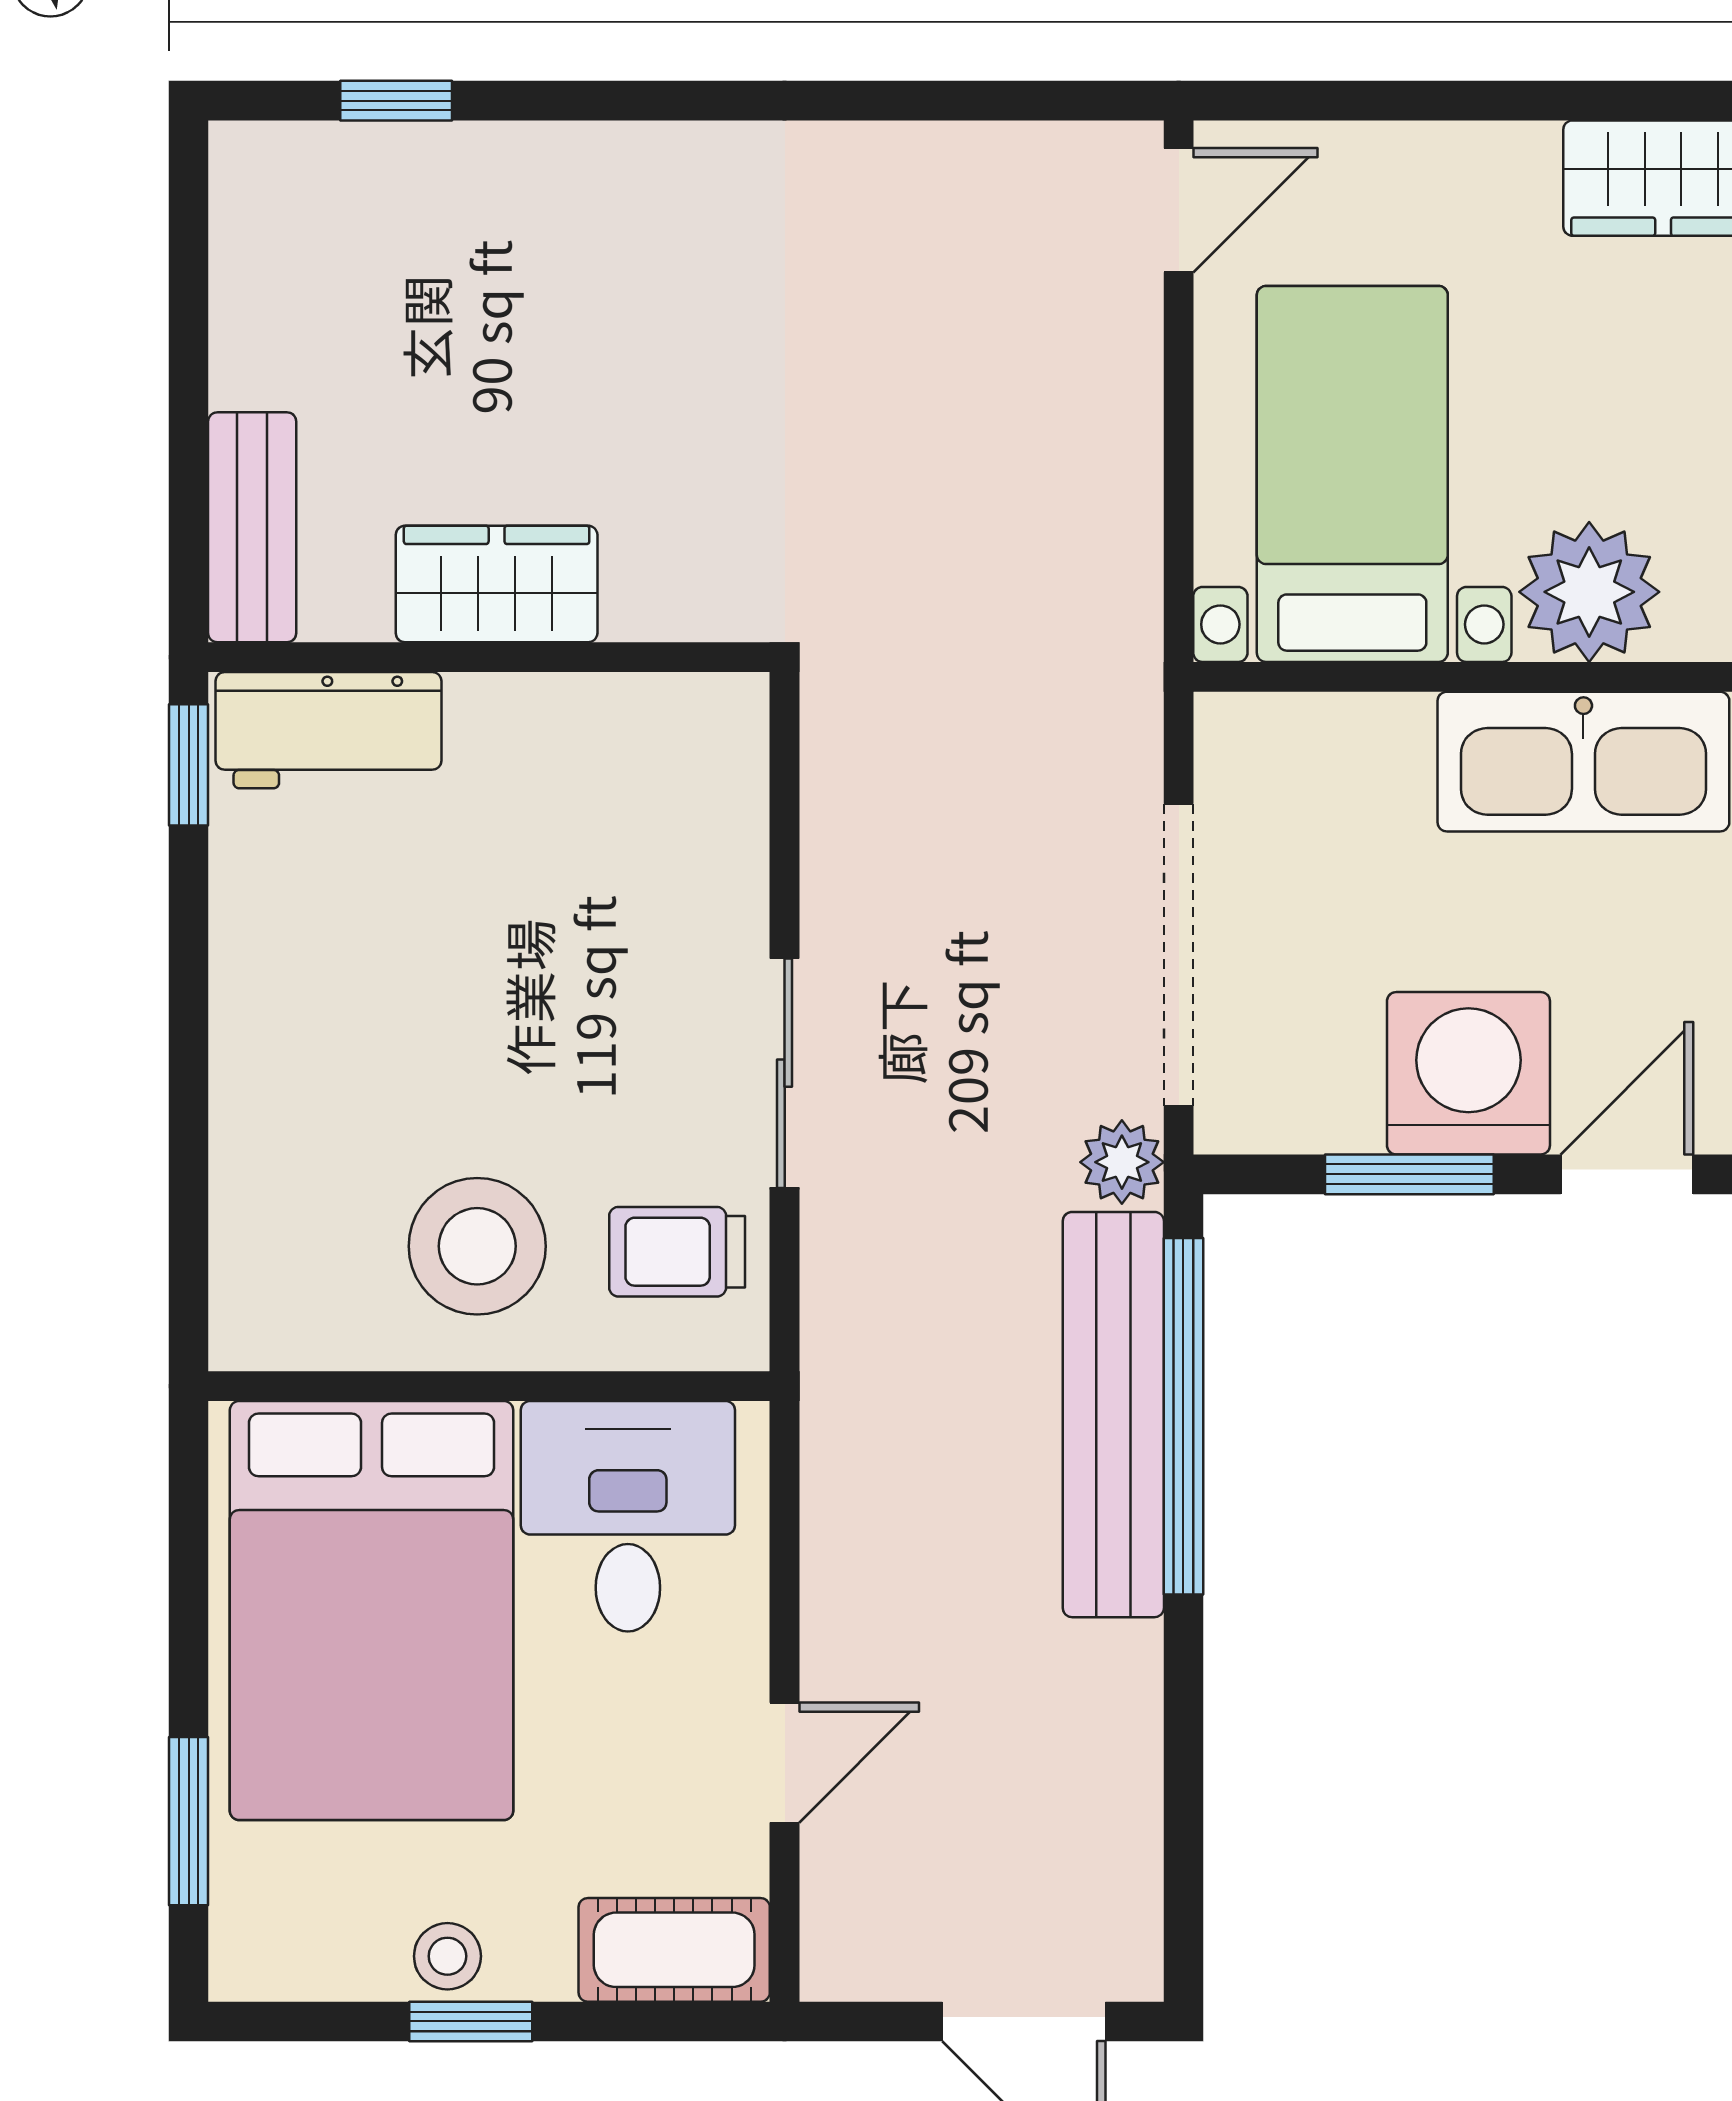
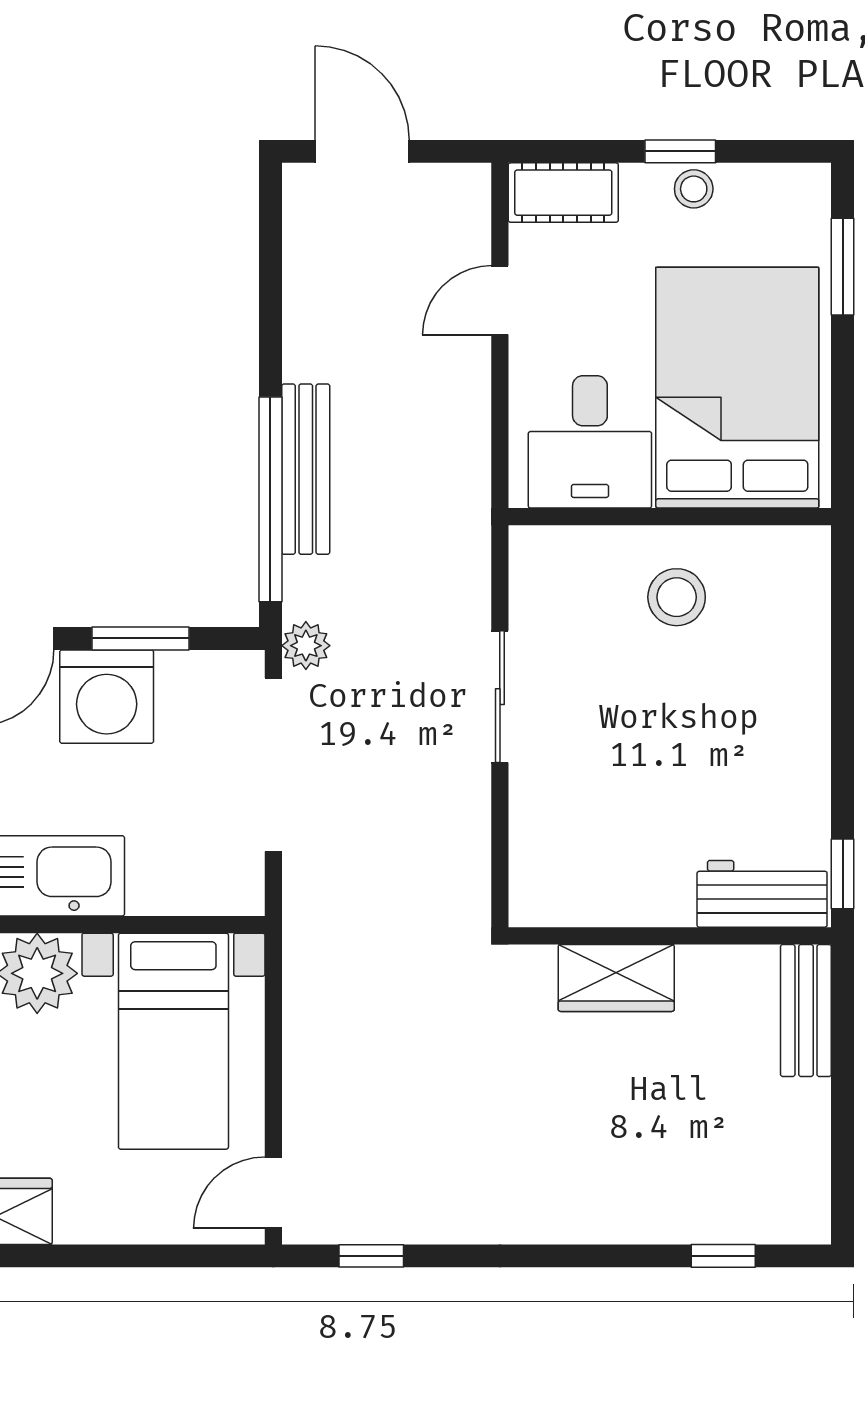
window: (1008, 101) -> (371, 1256), added
wardrobe: (497, 584) -> (616, 978), moved
stool: (477, 1246) -> (677, 597), width x0.73, depth x0.73
trolley: (677, 1252) -> (562, 594), removed
bench: (1113, 1415) -> (306, 469), width x0.73, depth x0.82

